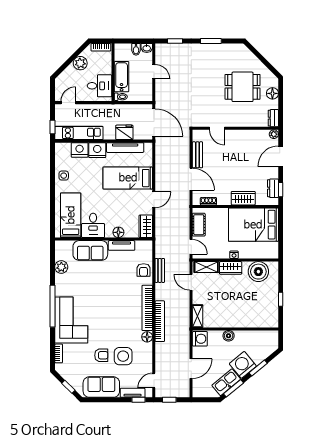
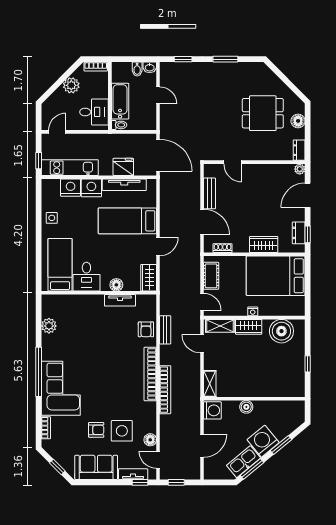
sofa: (90, 250) -> (83, 306), removed
floor lamp: (147, 337) -> (150, 440), moved
door: (154, 381) -> (158, 460), hinge flipped

